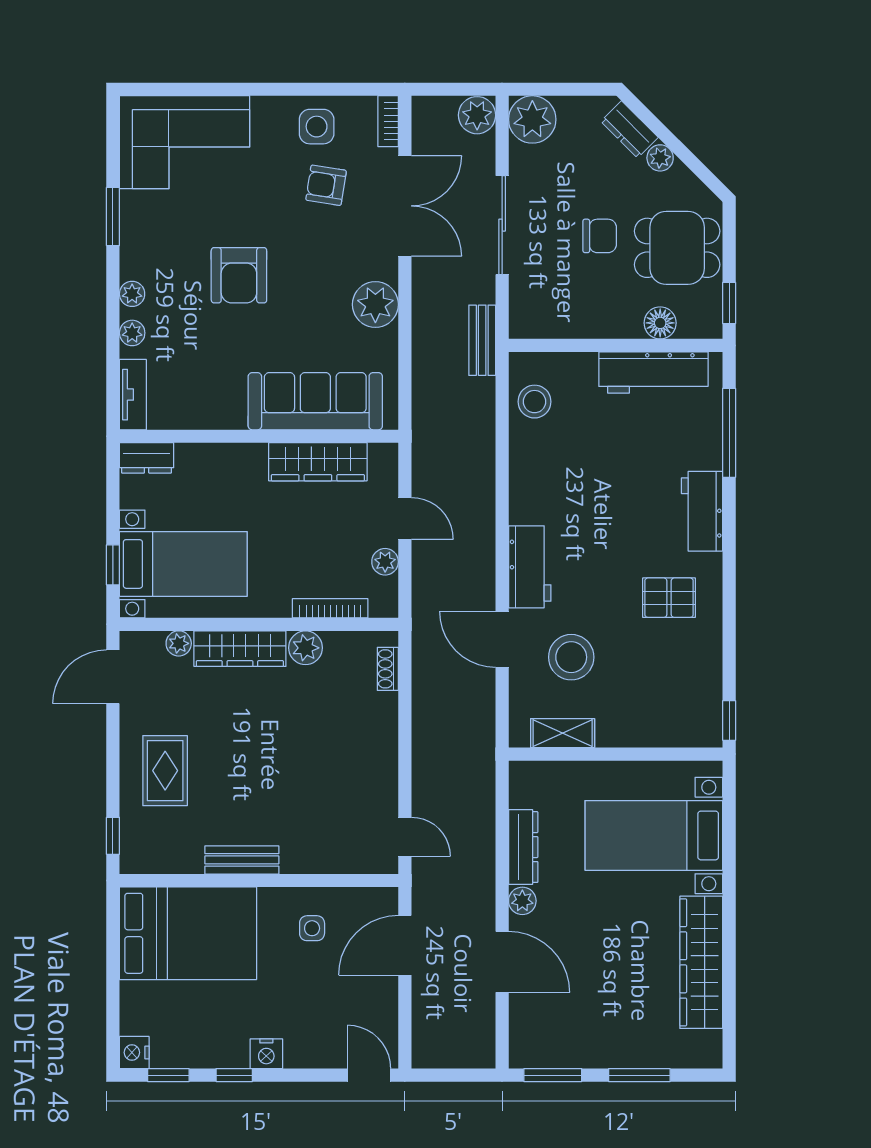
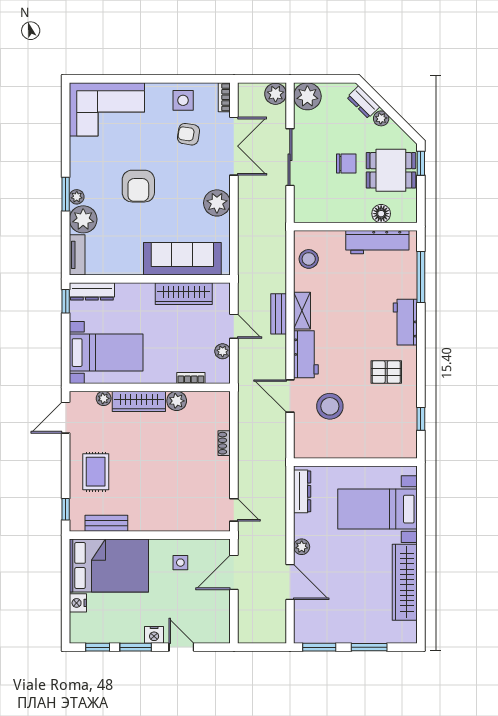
window: (113, 217) -> (66, 194), moved
window: (729, 303) -> (421, 163), moved
plant: (132, 333) -> (83, 219), width x1.87, depth x1.87
bench: (482, 340) -> (279, 314), moved
dresser: (147, 458) -> (92, 291), width x1.44
window: (113, 565) -> (66, 301), moved
bookcase: (330, 608) -> (191, 378), width x0.64
shoe rack: (388, 669) -> (224, 443), moved
window: (729, 721) -> (421, 419), moved
shelving: (563, 733) -> (302, 311), moved, turned 90
dresser: (523, 847) -> (302, 491), moved
bench: (242, 860) -> (106, 523), moved
nightstand: (134, 1052) -> (78, 603), moved
window: (234, 1075) -> (136, 647), width x1.50
door: (369, 1075) -> (181, 647), moved

